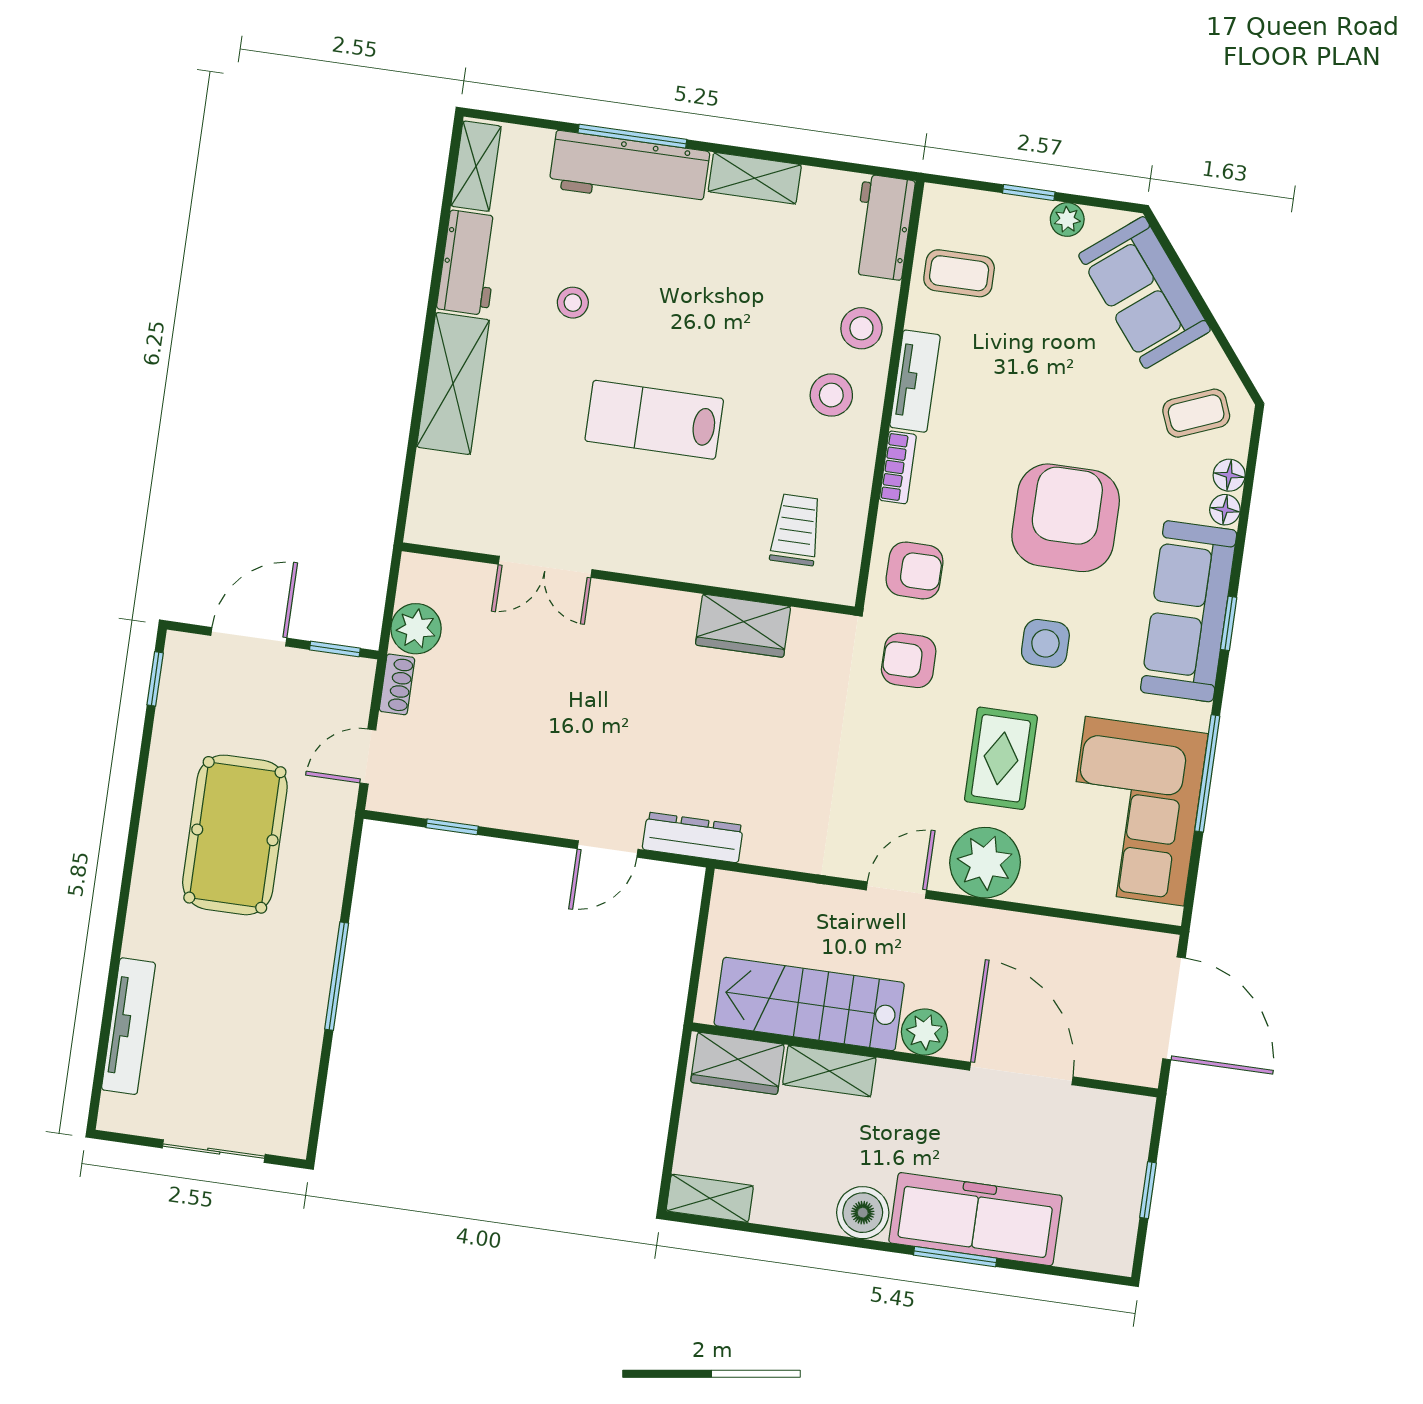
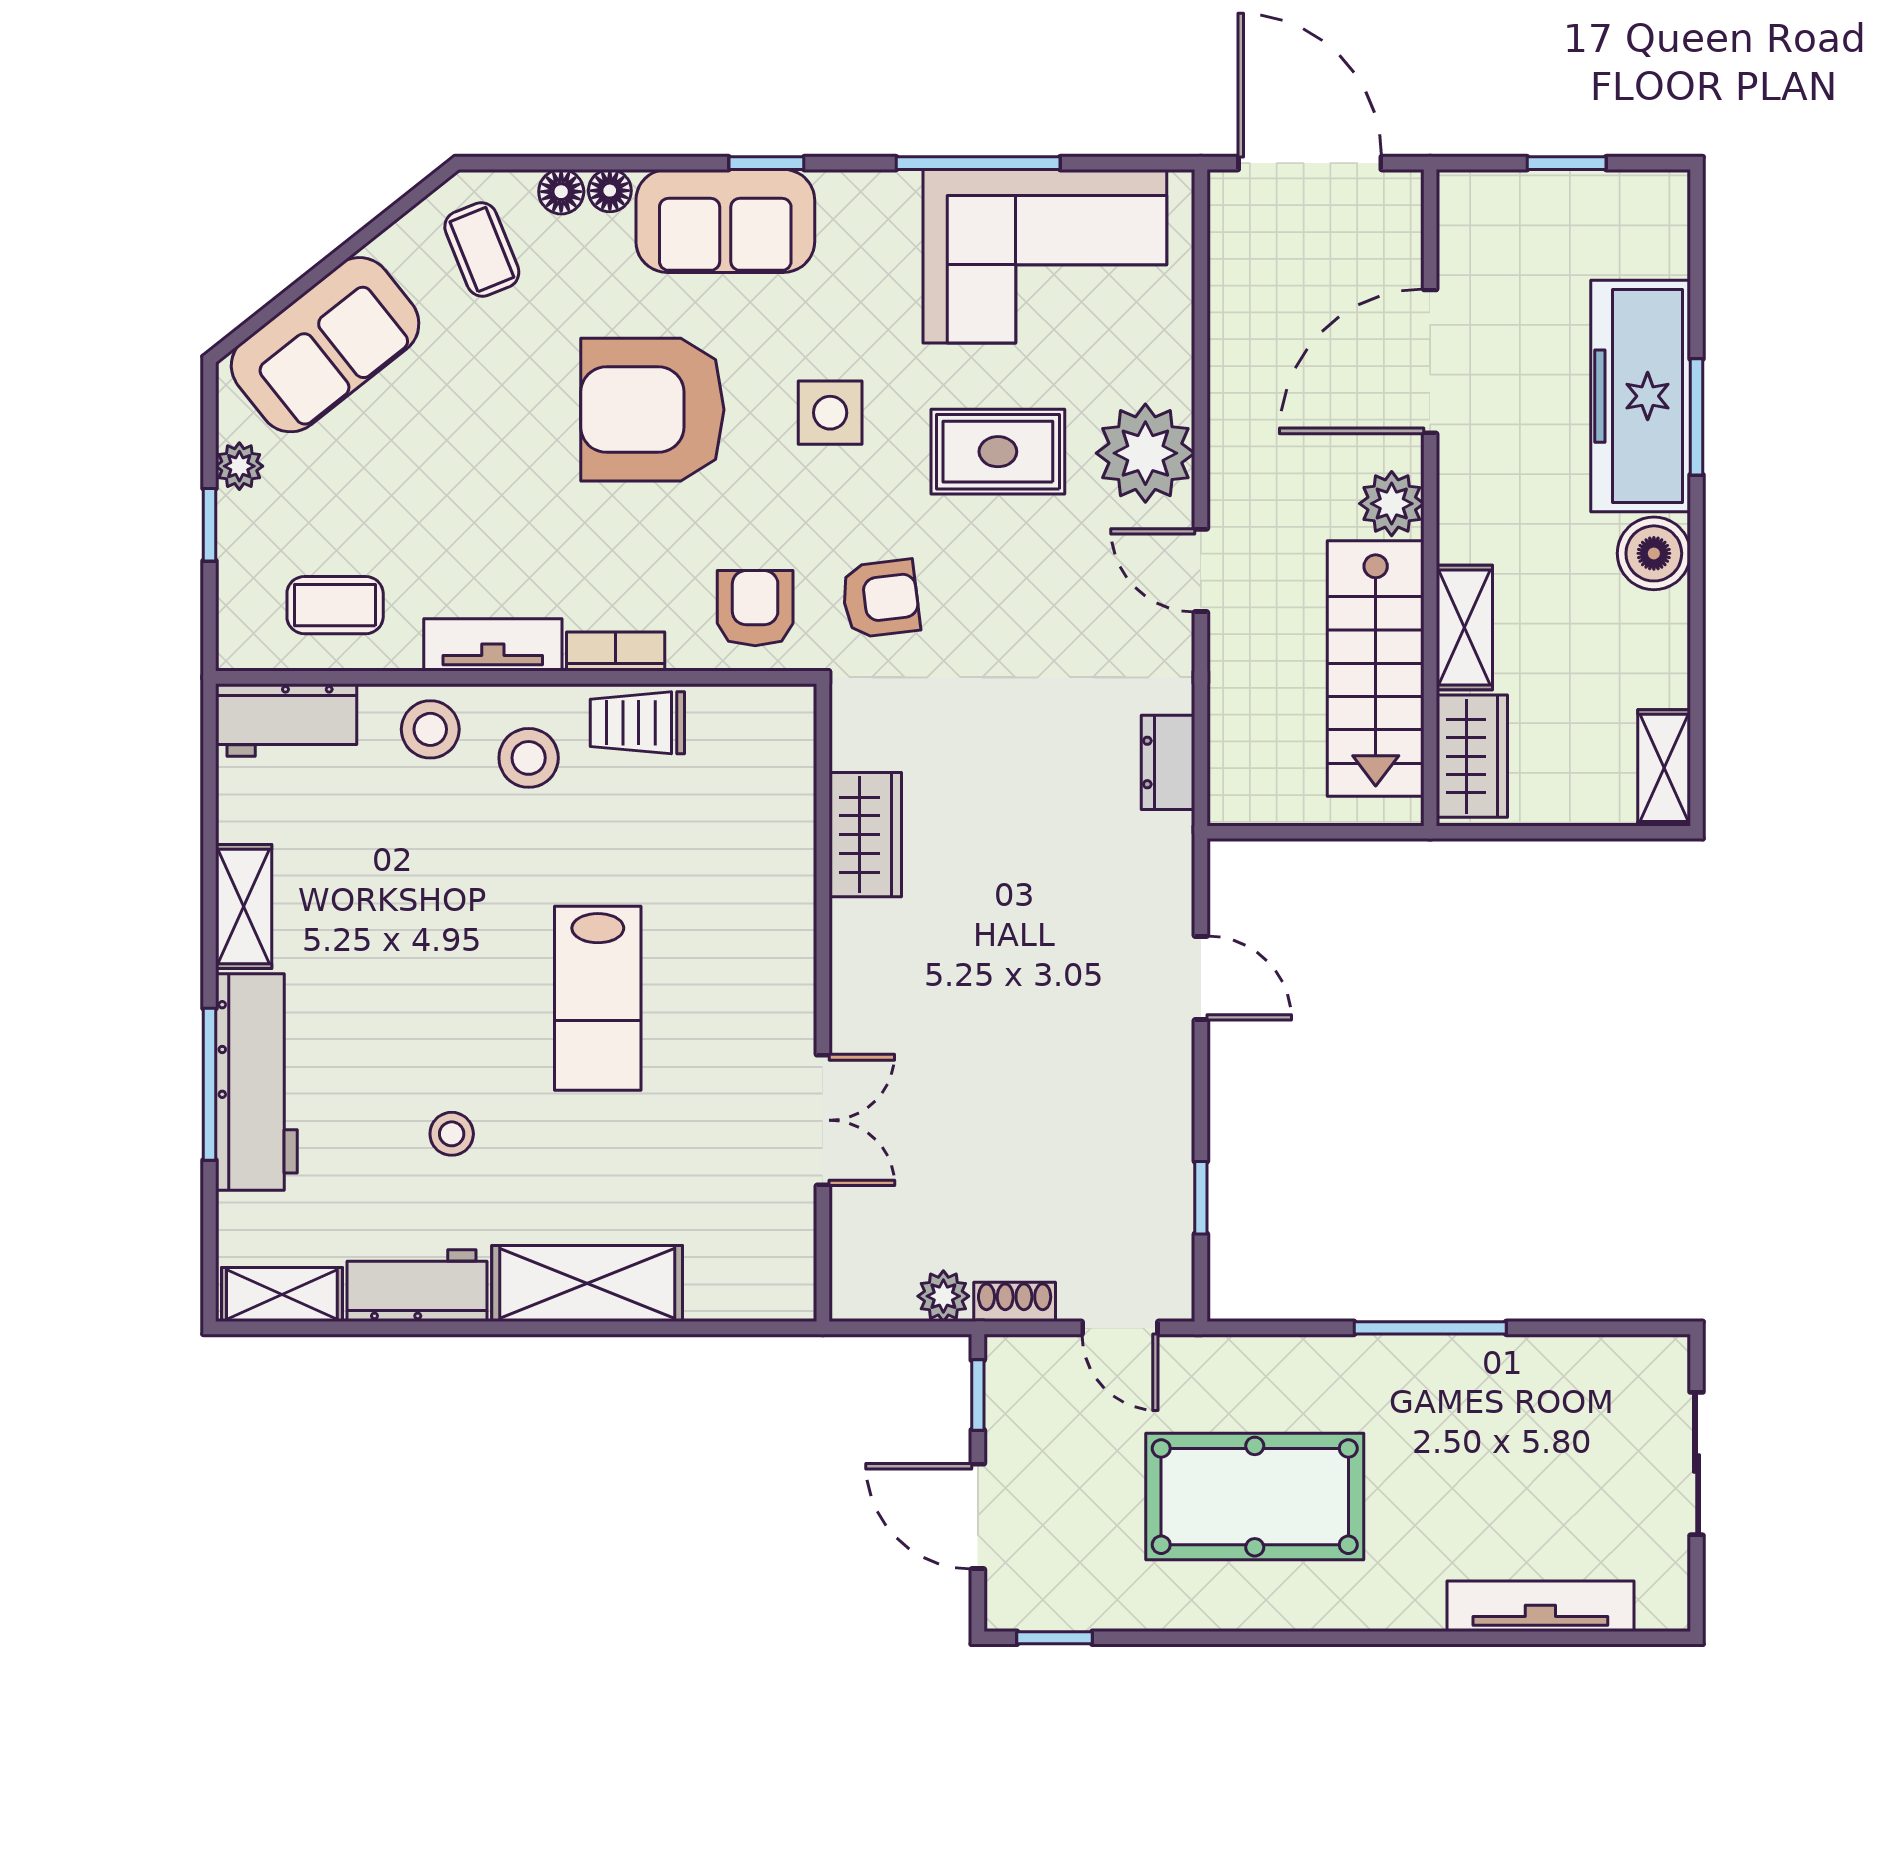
coffee table: (959, 273) -> (335, 605), turned 90
trolley: (796, 530) -> (637, 723), moved
sofa: (1189, 611) -> (725, 221), width x0.73
plant: (416, 629) -> (943, 1296), width x0.73, depth x0.73
armchair: (909, 660) -> (881, 599), turned -97
dresser: (693, 837) -> (1168, 762), moved, width x0.70
door: (1174, 1008) -> (1310, 163), hinge flipped

